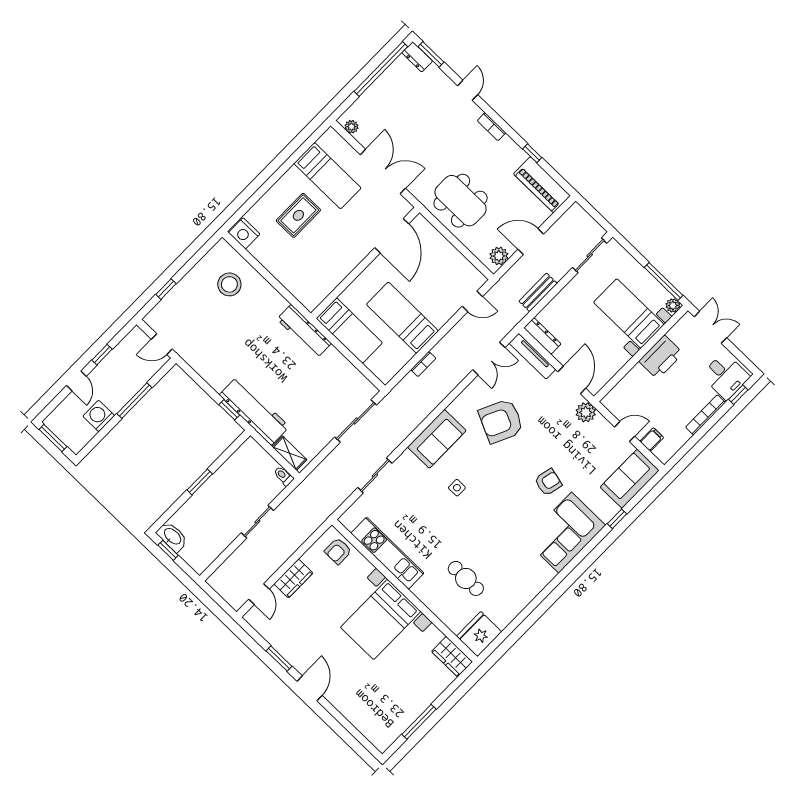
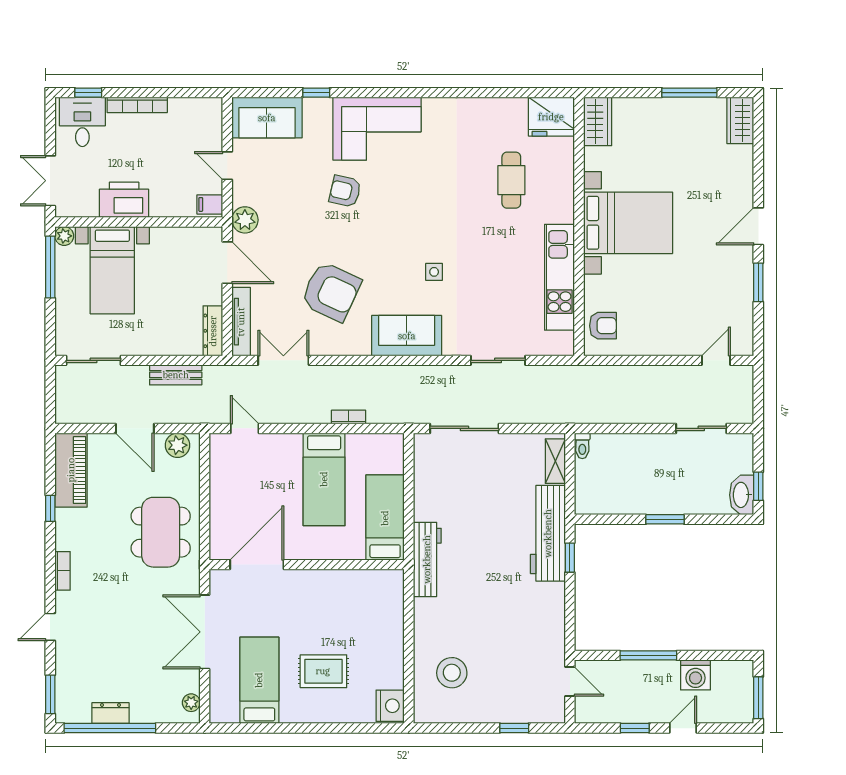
dresser: (417, 57) -> (110, 713), moved, turned -90
door: (572, 380) -> (227, 263), swing flipped
filing cabinet: (652, 439) -> (210, 204), moved
sliding door: (257, 522) -> (701, 428), moved
wardrobe: (293, 579) -> (740, 120), moved, turned -90

